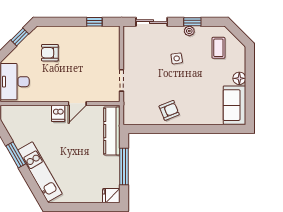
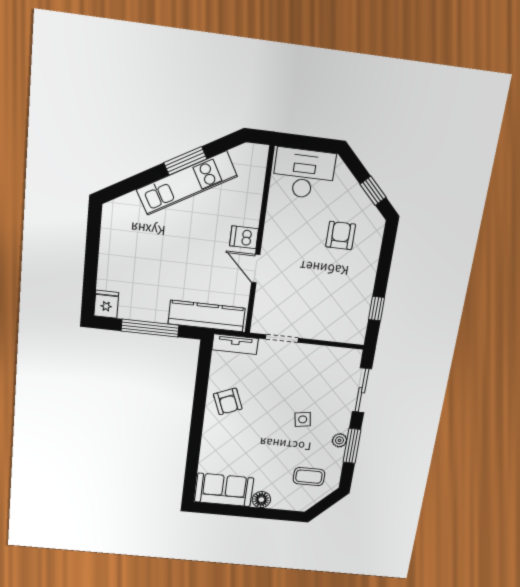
window: (192, 22) -> (352, 446), width x1.50
tv unit: (129, 110) -> (235, 344), added
kitchen unit: (40, 172) -> (187, 183), moved

